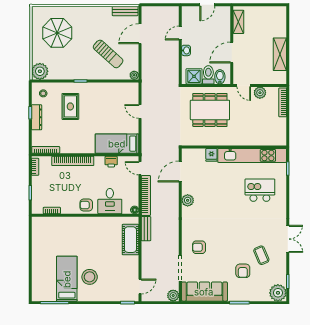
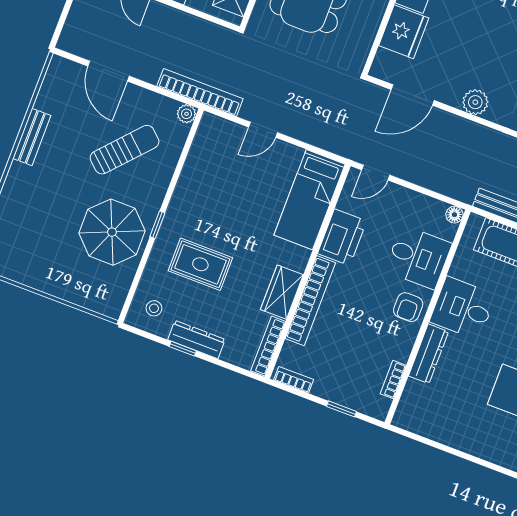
bench: (125, 11) -> (32, 137), moved
parasol: (57, 33) -> (112, 232), moved
plant: (40, 71) -> (108, 298), removed
wardrobe: (72, 147) -> (282, 292), added
fridge: (211, 155) -> (404, 32), width x1.88, depth x1.34
printer: (111, 162) -> (342, 237), width x1.87, depth x1.48
door: (180, 172) -> (413, 95), hinge flipped
bookcase: (146, 196) -> (200, 92), moved
dresser: (69, 222) -> (428, 354), added
desk: (95, 229) -> (463, 308), added

